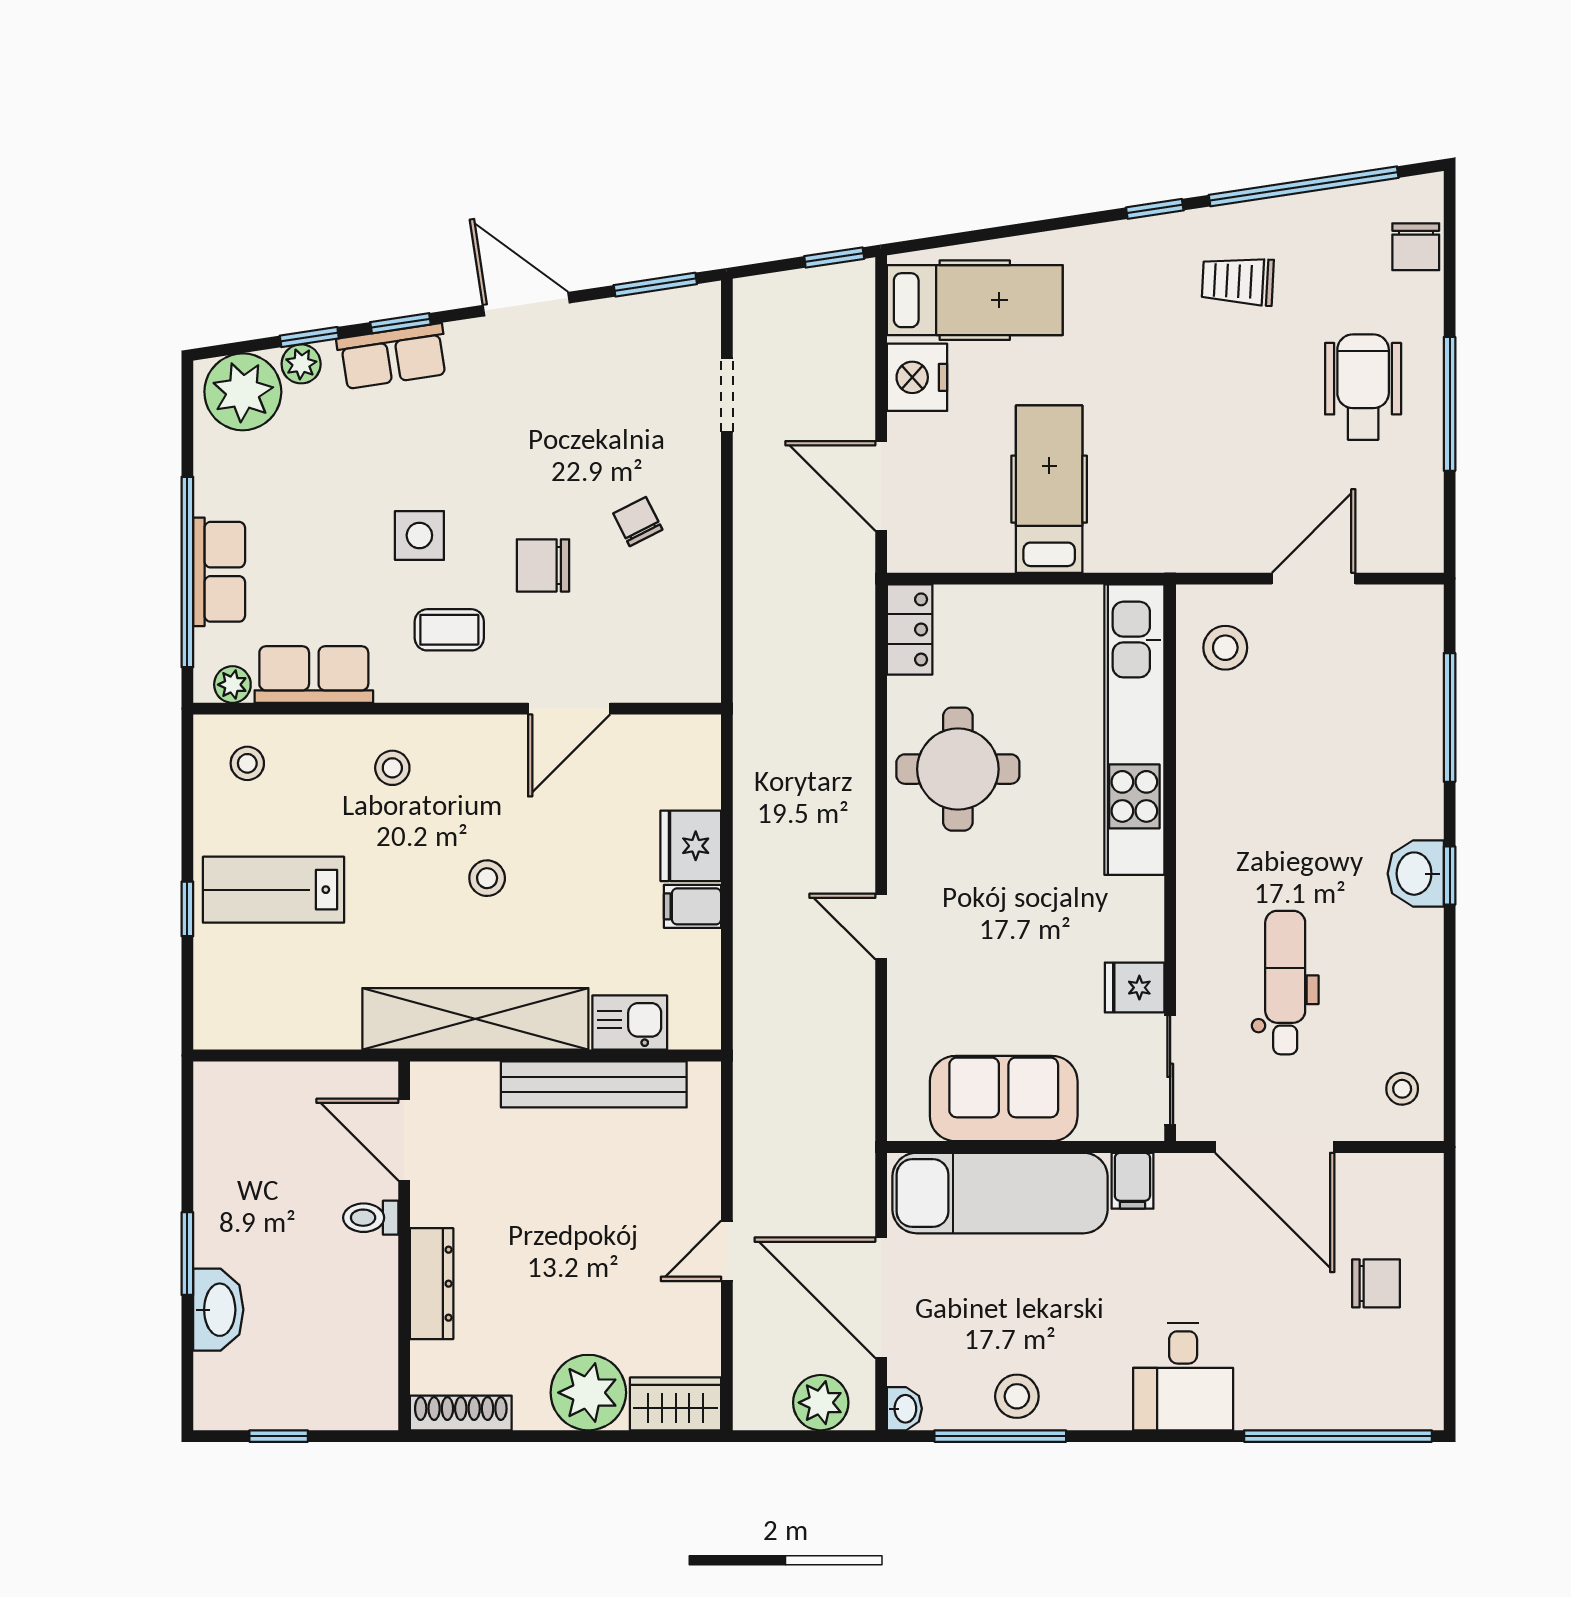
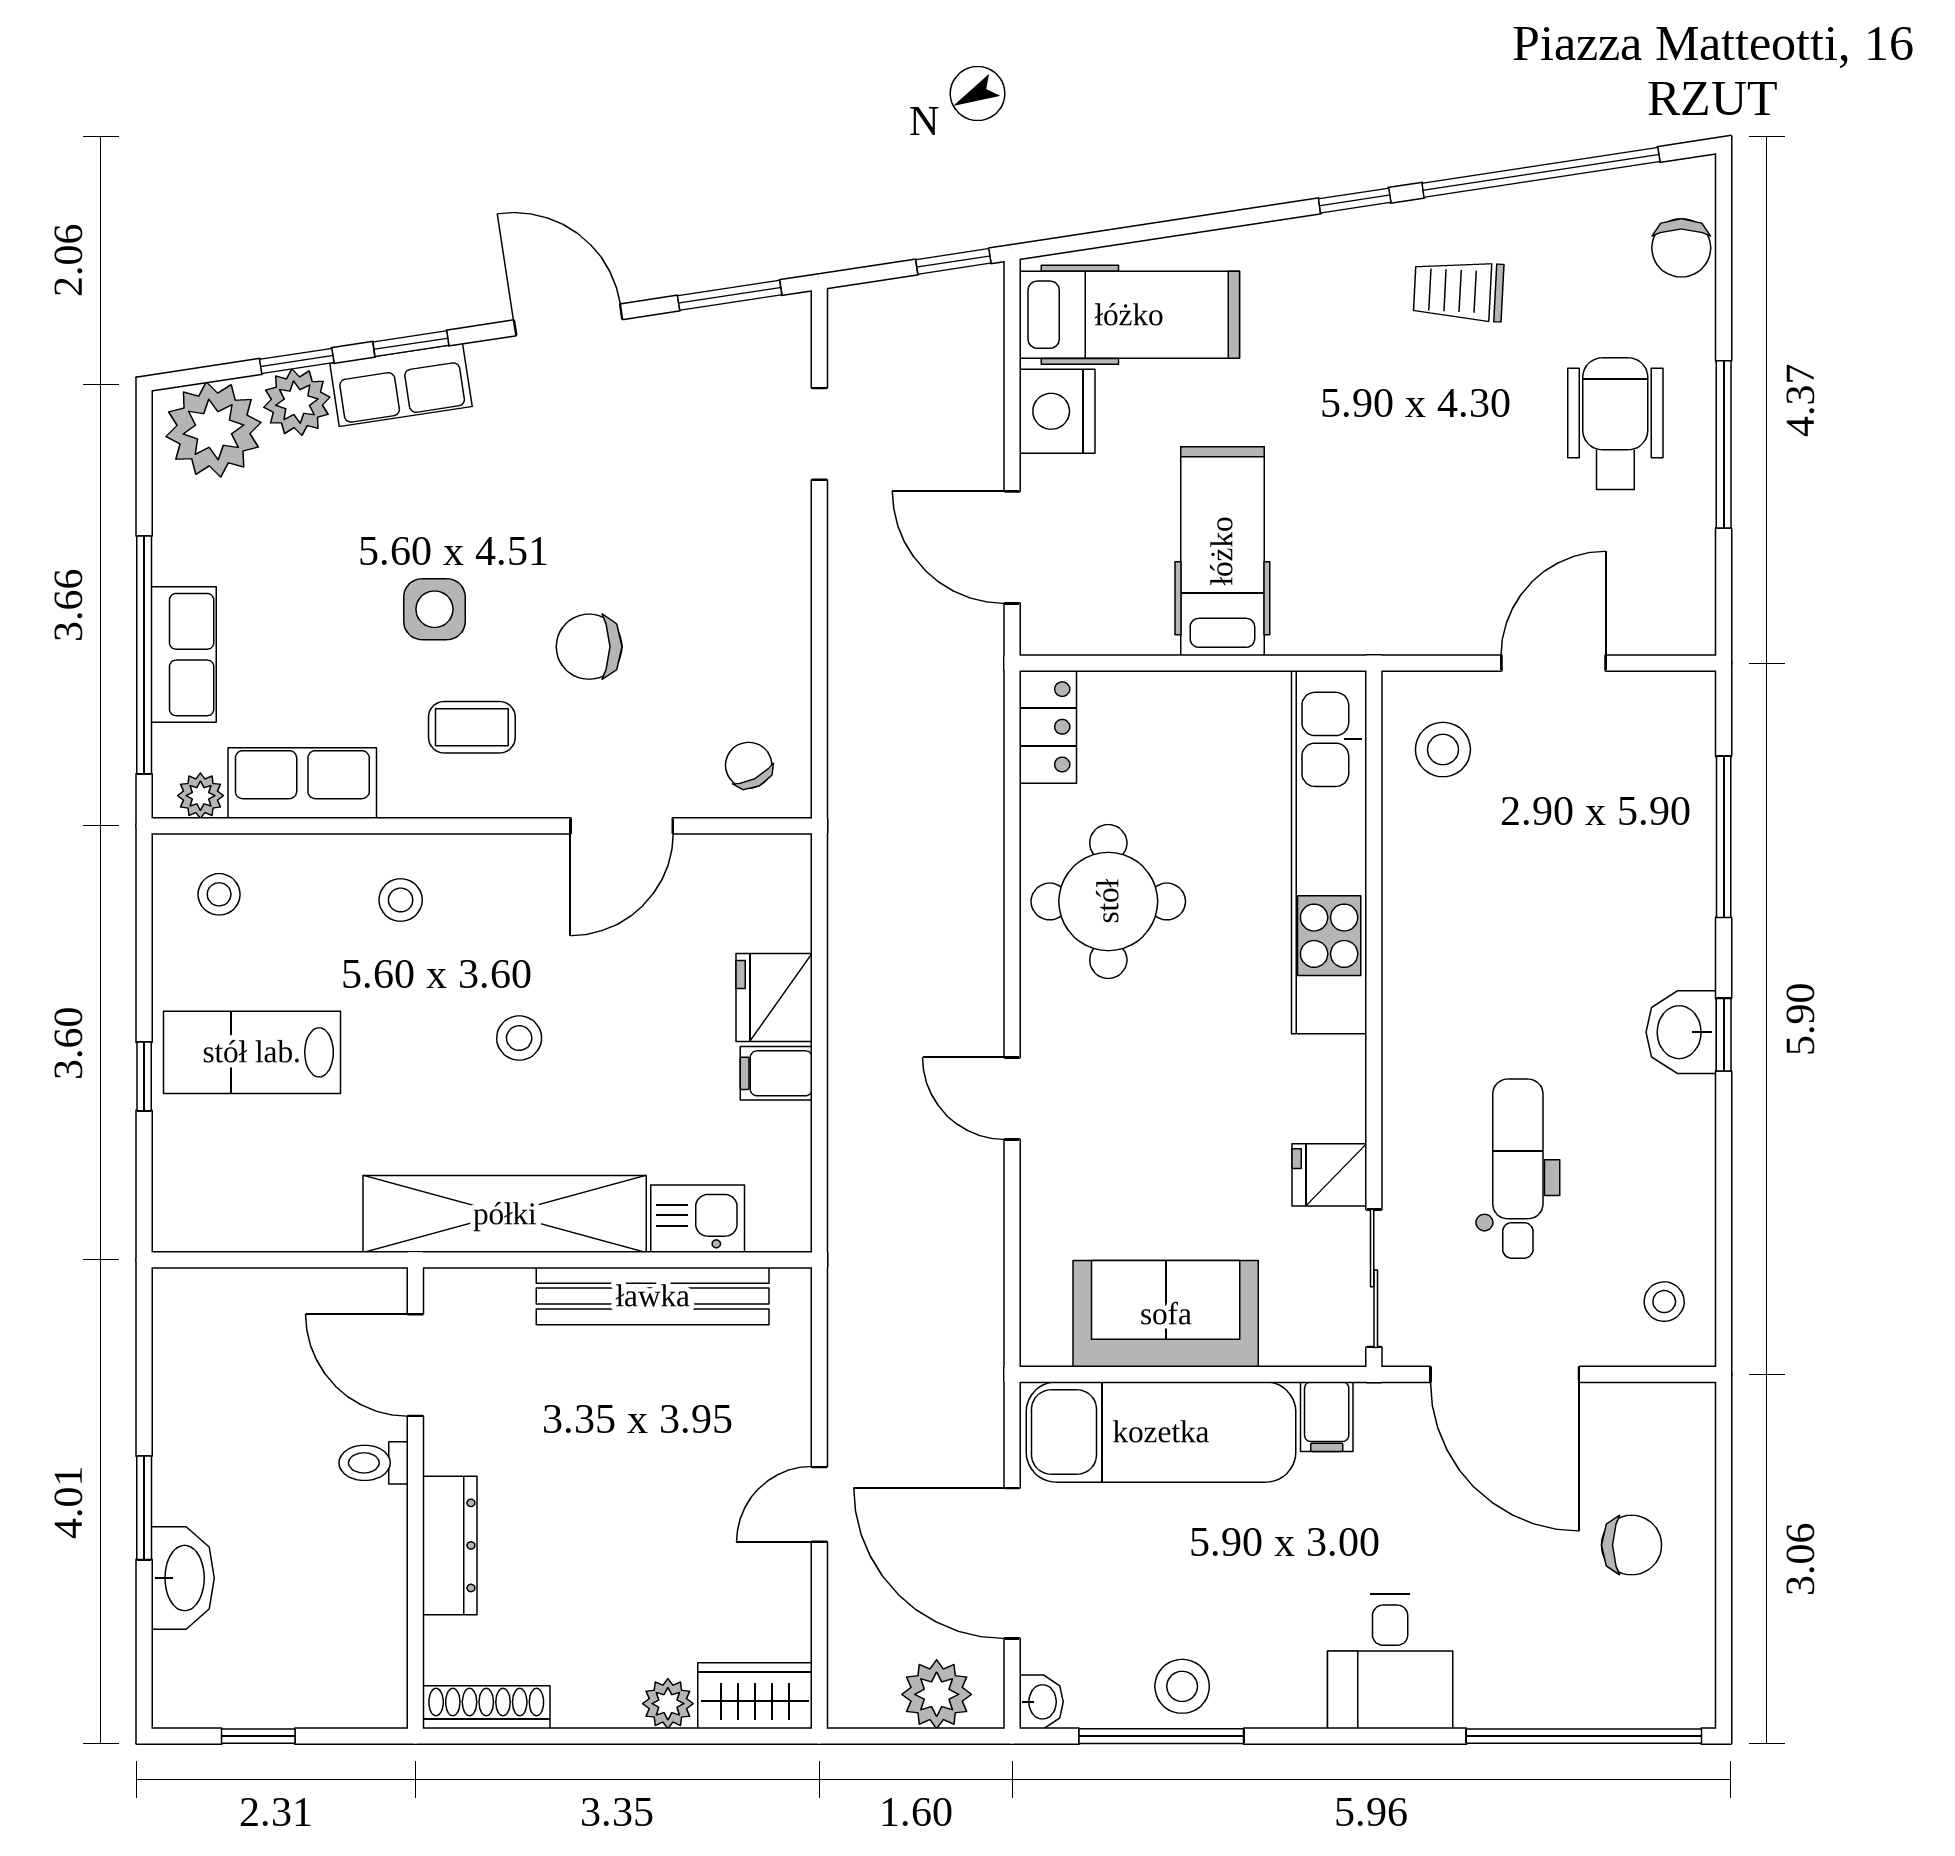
plant: (301, 364) -> (297, 402), width x1.38, depth x1.38
chair: (638, 522) -> (749, 765), moved
plant: (588, 1393) -> (668, 1704), width x0.53, depth x0.53

